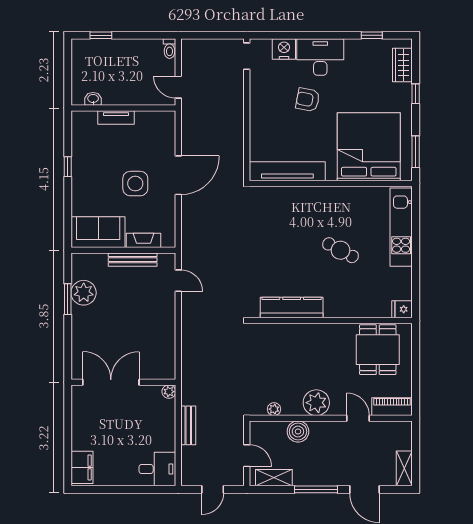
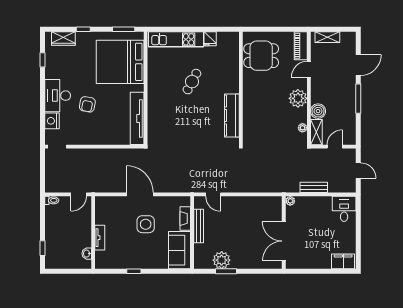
door: (178, 281) -> (213, 194), swing flipped
fridge: (402, 309) -> (210, 39), moved
shelving: (404, 468) -> (327, 37), moved
shelving: (274, 478) -> (316, 132), moved

